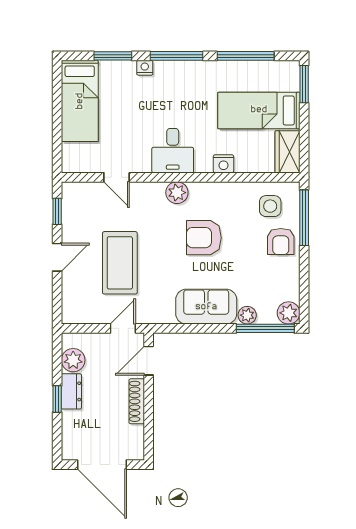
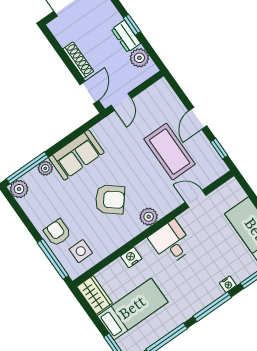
armchair: (204, 238) -> (110, 199), turned 39
coffee table: (120, 263) -> (170, 152), moved

